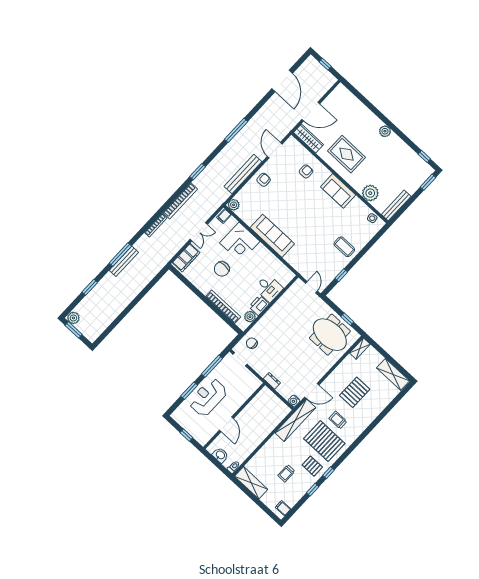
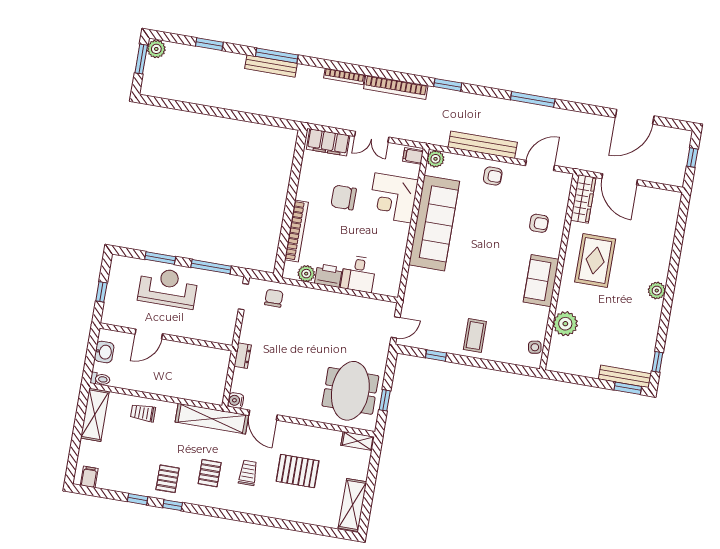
bench: (396, 205) -> (625, 376), moved
sofa: (272, 236) -> (434, 223), width x1.36, depth x1.27
pallet: (324, 441) -> (210, 473), width x0.49, depth x0.50
trolley: (286, 473) -> (143, 413), moved

